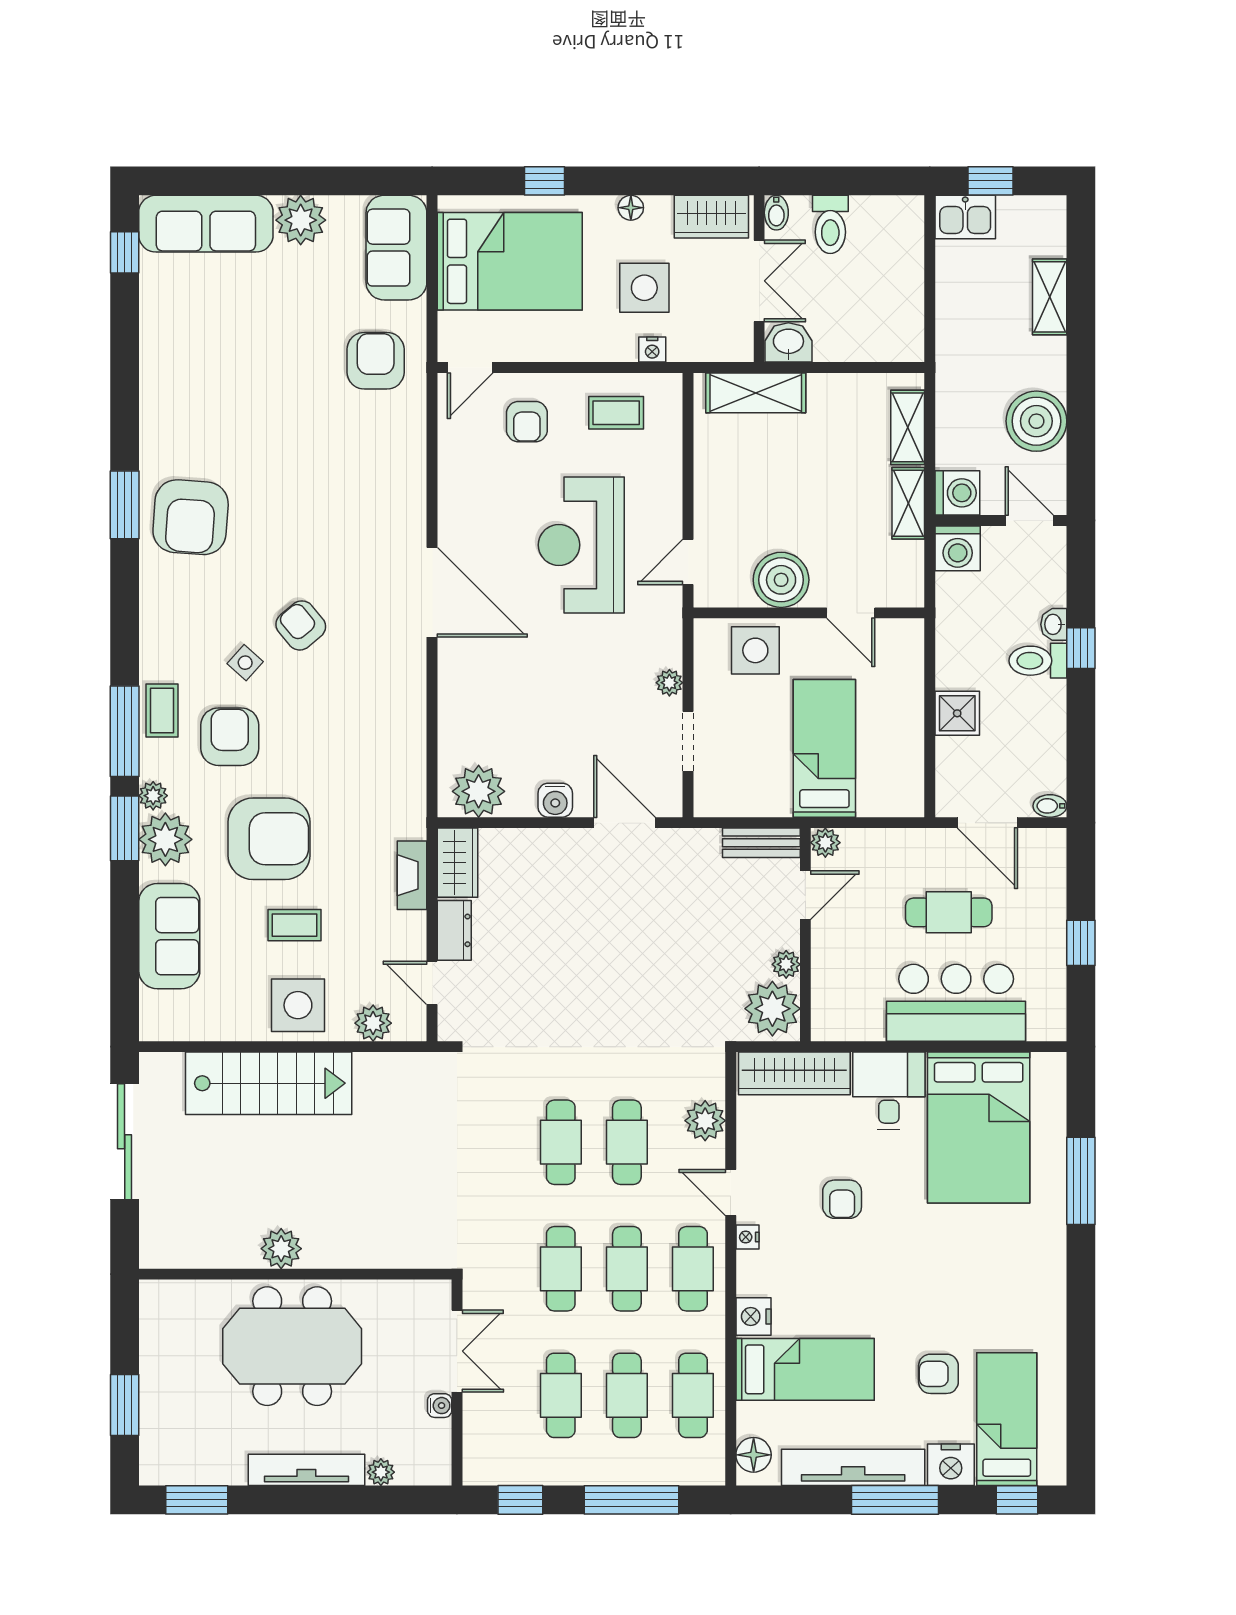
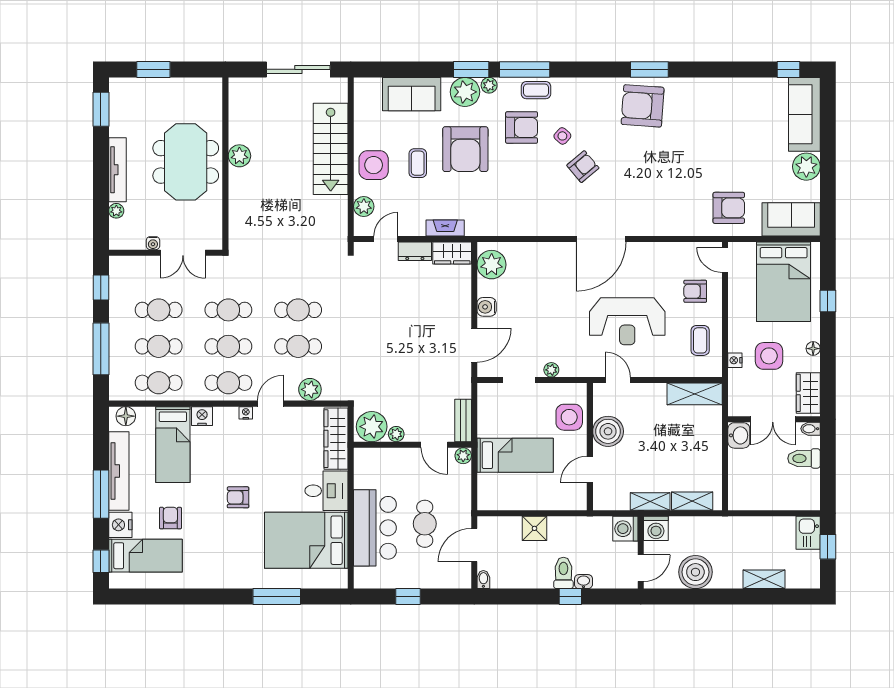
shelving: (756, 393) -> (695, 394), moved, turned 90
reception desk: (581, 545) -> (627, 321), turned 180
armchair: (842, 1199) -> (238, 497), moved

